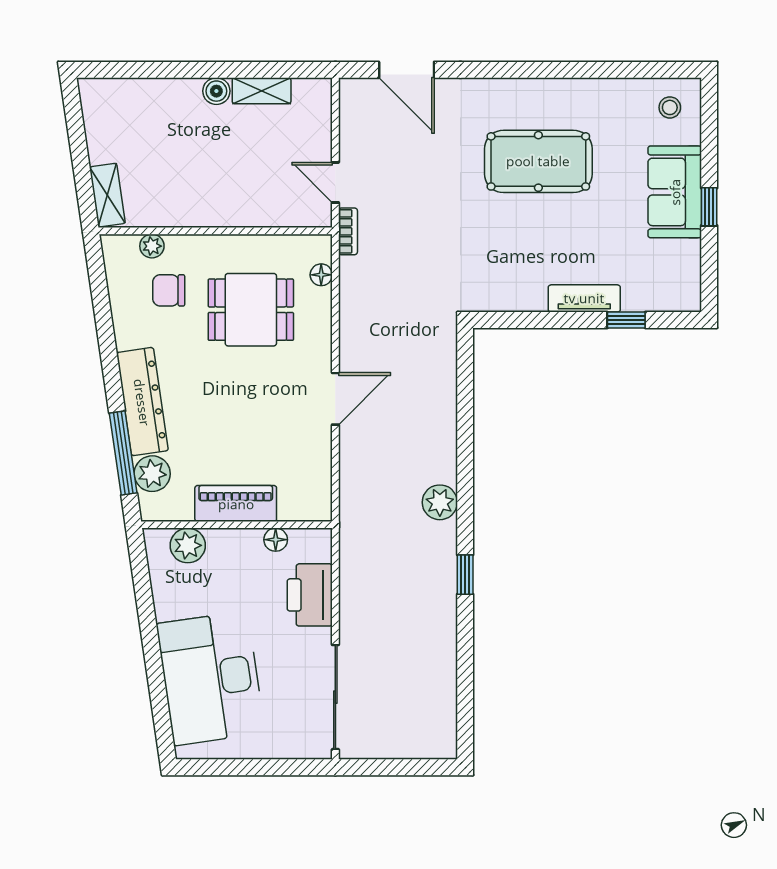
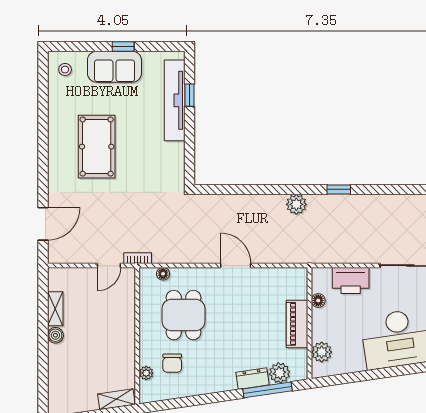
tv unit: (584, 298) -> (175, 100), width x1.92, depth x1.29
dresser: (142, 402) -> (253, 379), width x0.51, depth x0.80

